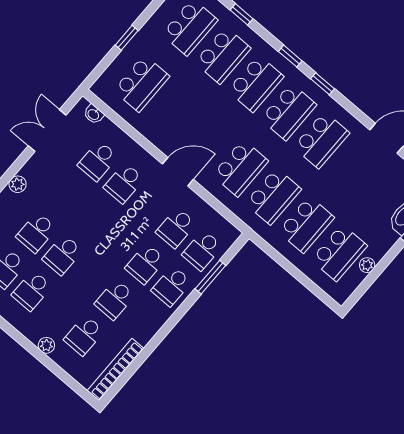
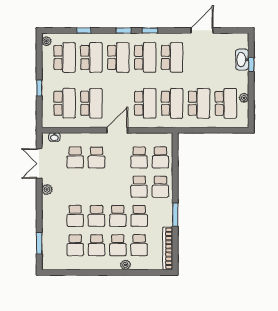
school desk: (174, 112) -> (91, 103), added
plant: (18, 184) -> (47, 190), moved
school desk: (88, 277) -> (118, 216), added
window: (210, 277) -> (175, 215), moved
school desk: (58, 313) -> (118, 245), added

